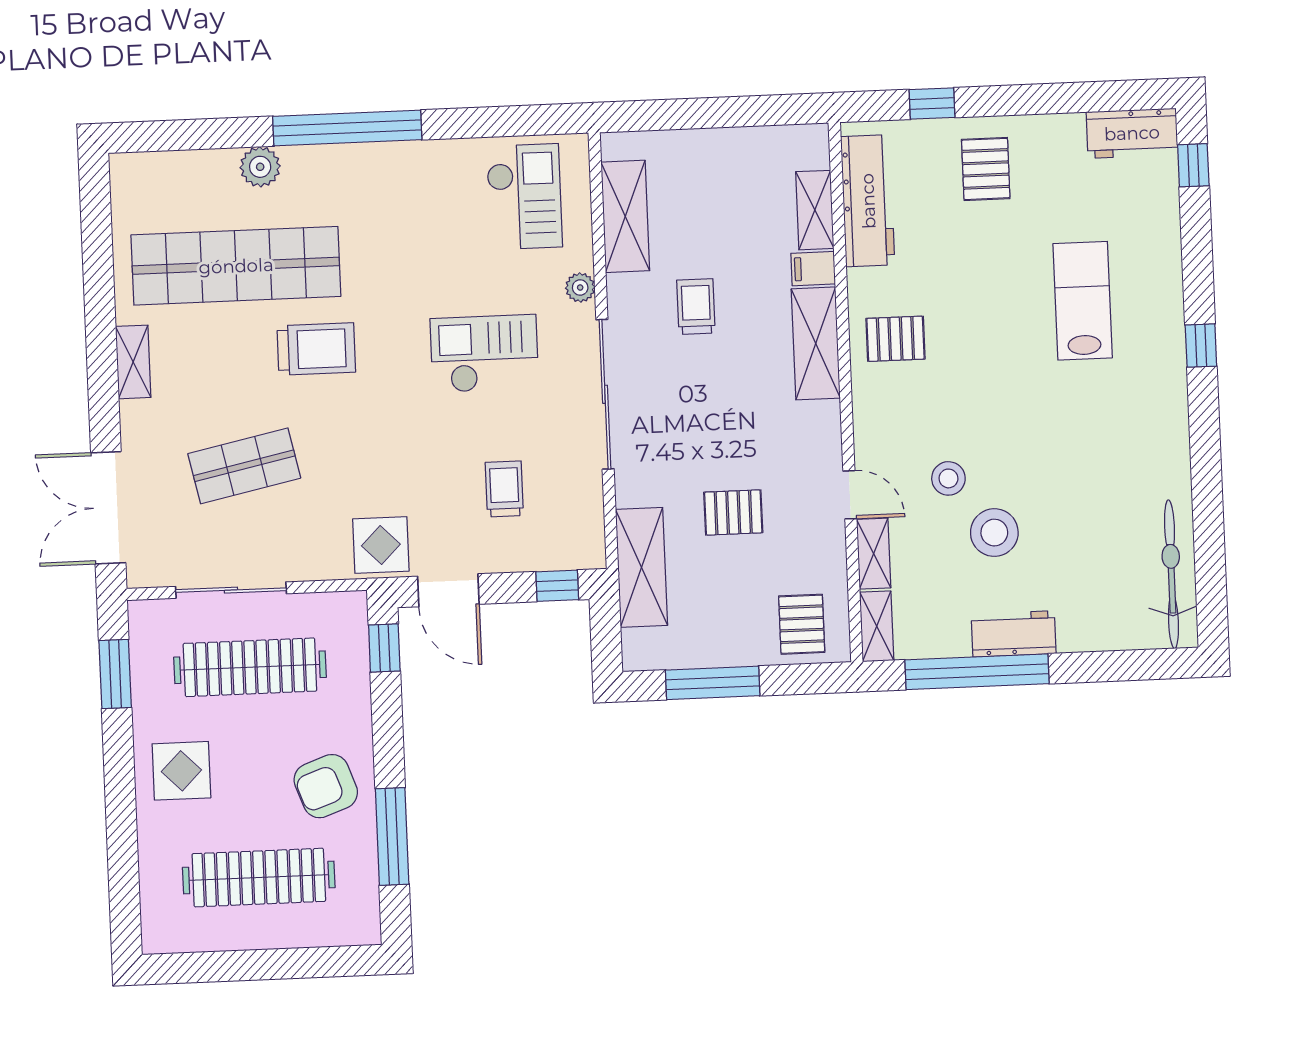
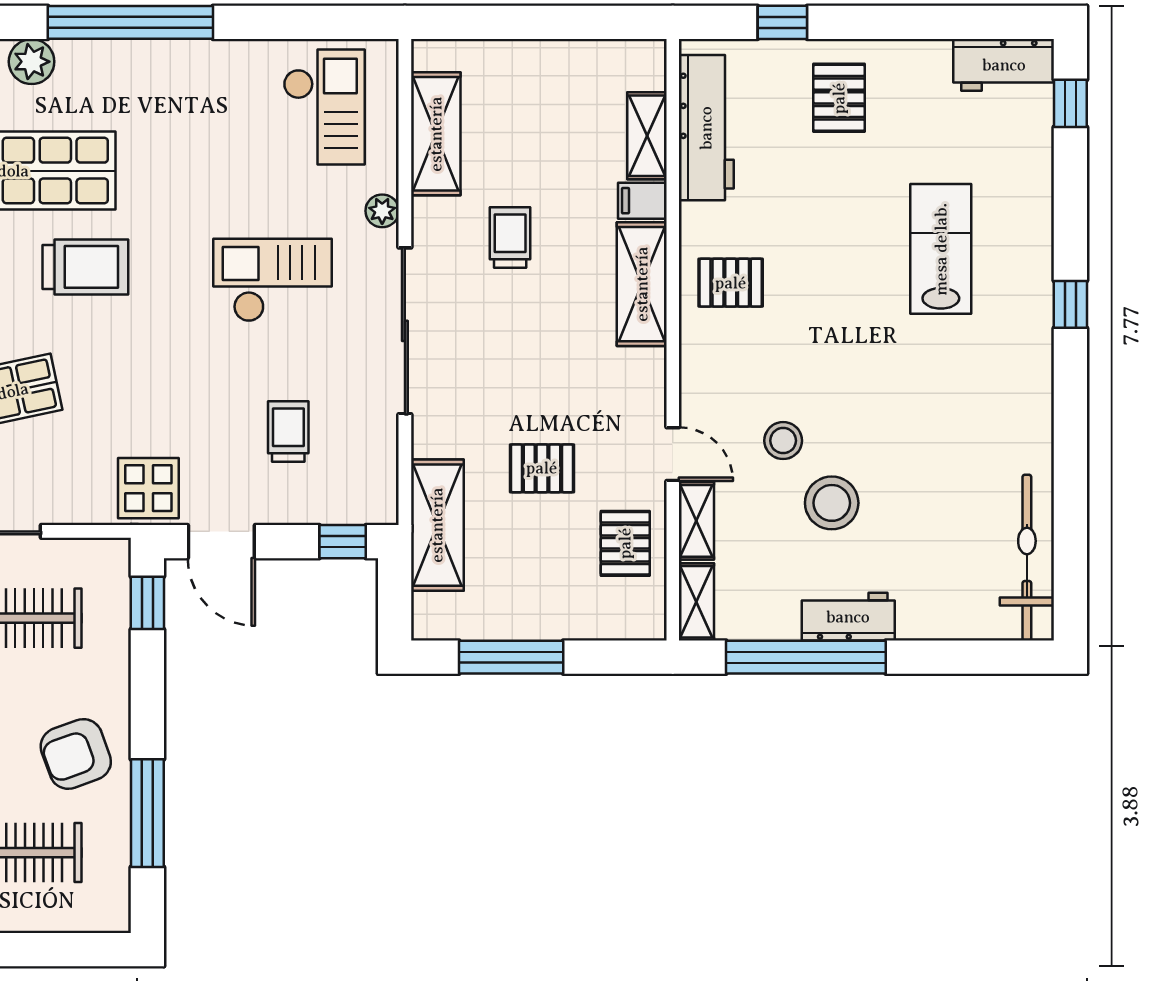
pallet: (802, 624) -> (625, 543), moved

